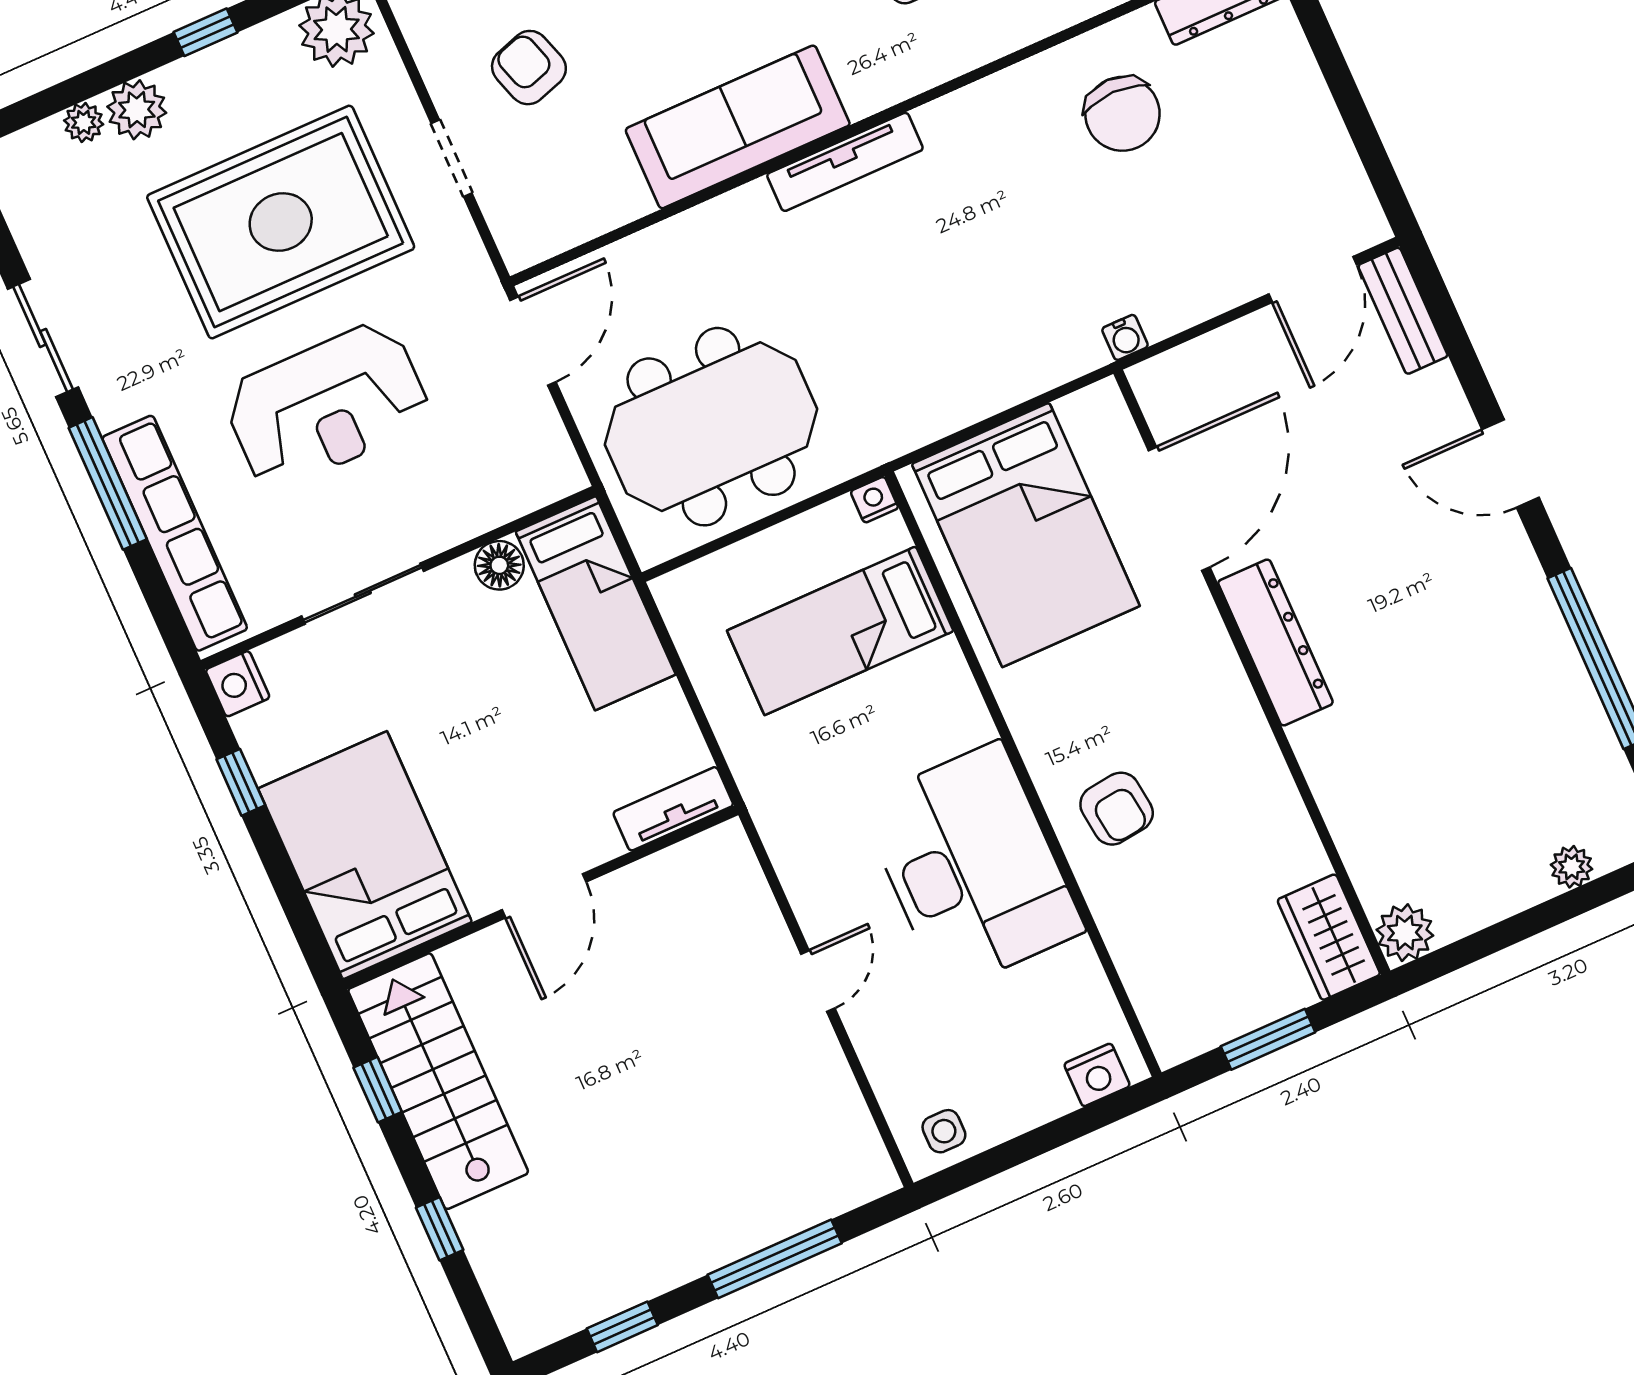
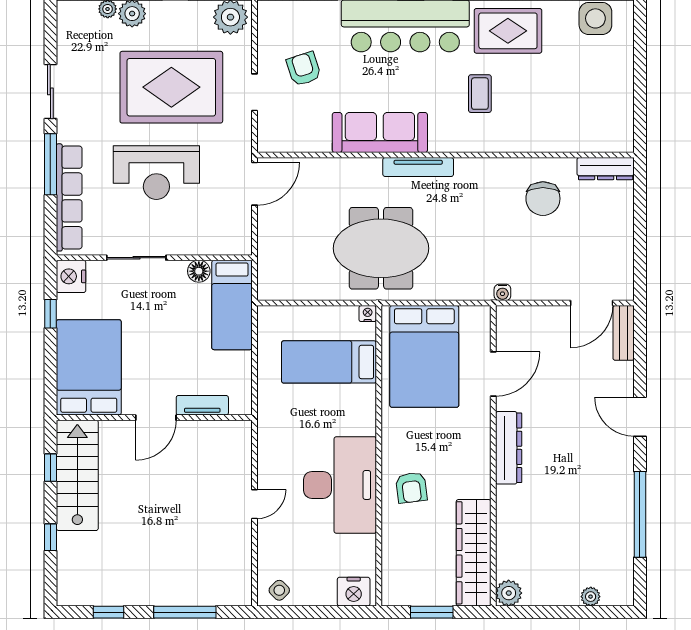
meeting table: (711, 427) -> (381, 248), moved
door: (1179, 509) -> (493, 374), width x0.73
nightstand: (238, 684) -> (71, 276), width x1.36, depth x1.33
tv unit: (673, 809) -> (202, 405), moved
wardrobe: (1329, 937) -> (474, 553), width x2.10, depth x1.17
nightstand: (1097, 1075) -> (354, 592), width x1.36, depth x1.33
side table: (944, 1131) -> (279, 590), turned 45

